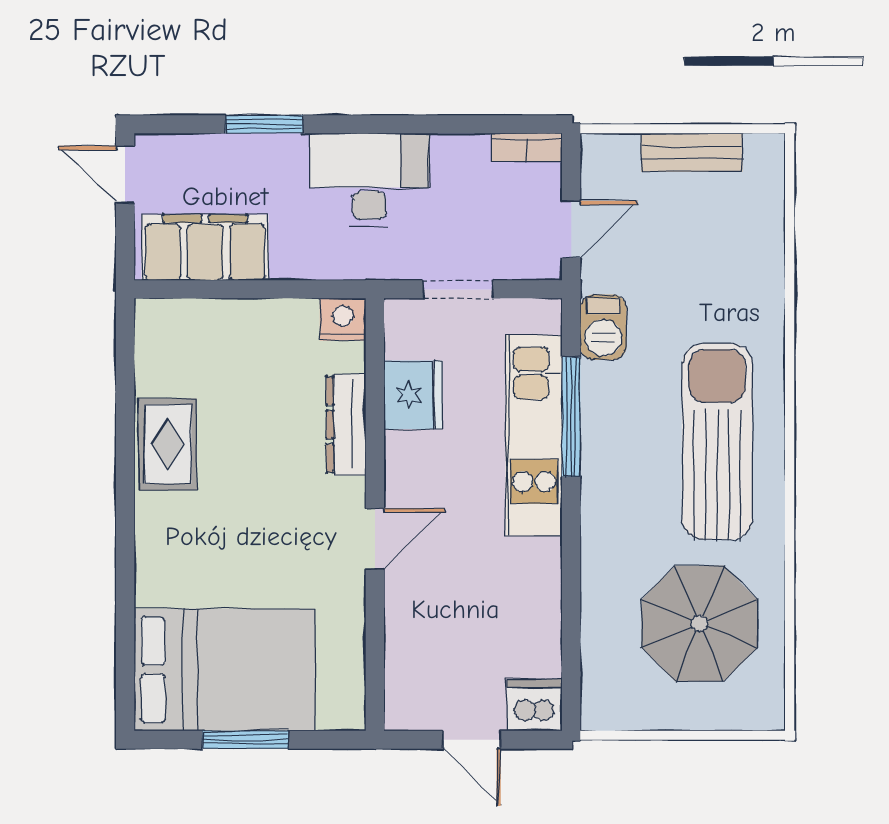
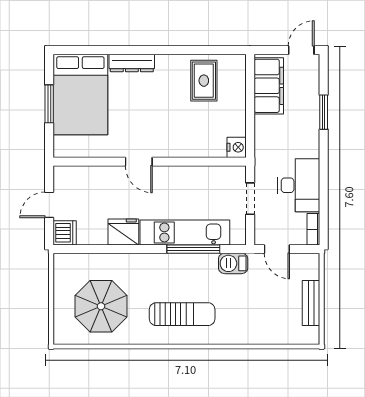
desk: (369, 180) -> (299, 185), moved
fridge: (413, 395) -> (123, 232), moved, turned 180
dresser: (346, 425) -> (132, 63), moved, turned 180
sun lounger: (717, 442) -> (182, 314), width x0.73, depth x0.75
rug: (168, 444) -> (204, 81), moved, turned 90

